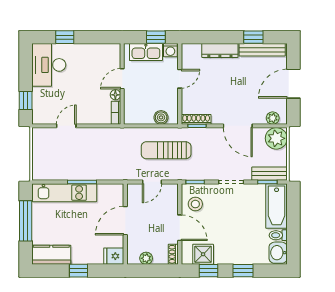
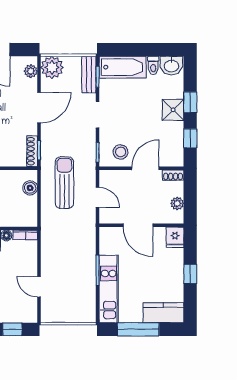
sun lounger: (166, 150) -> (64, 183), turned 180
shower: (203, 254) -> (173, 110), moved
kitchen counter: (51, 255) -> (163, 313), moved, turned 90

